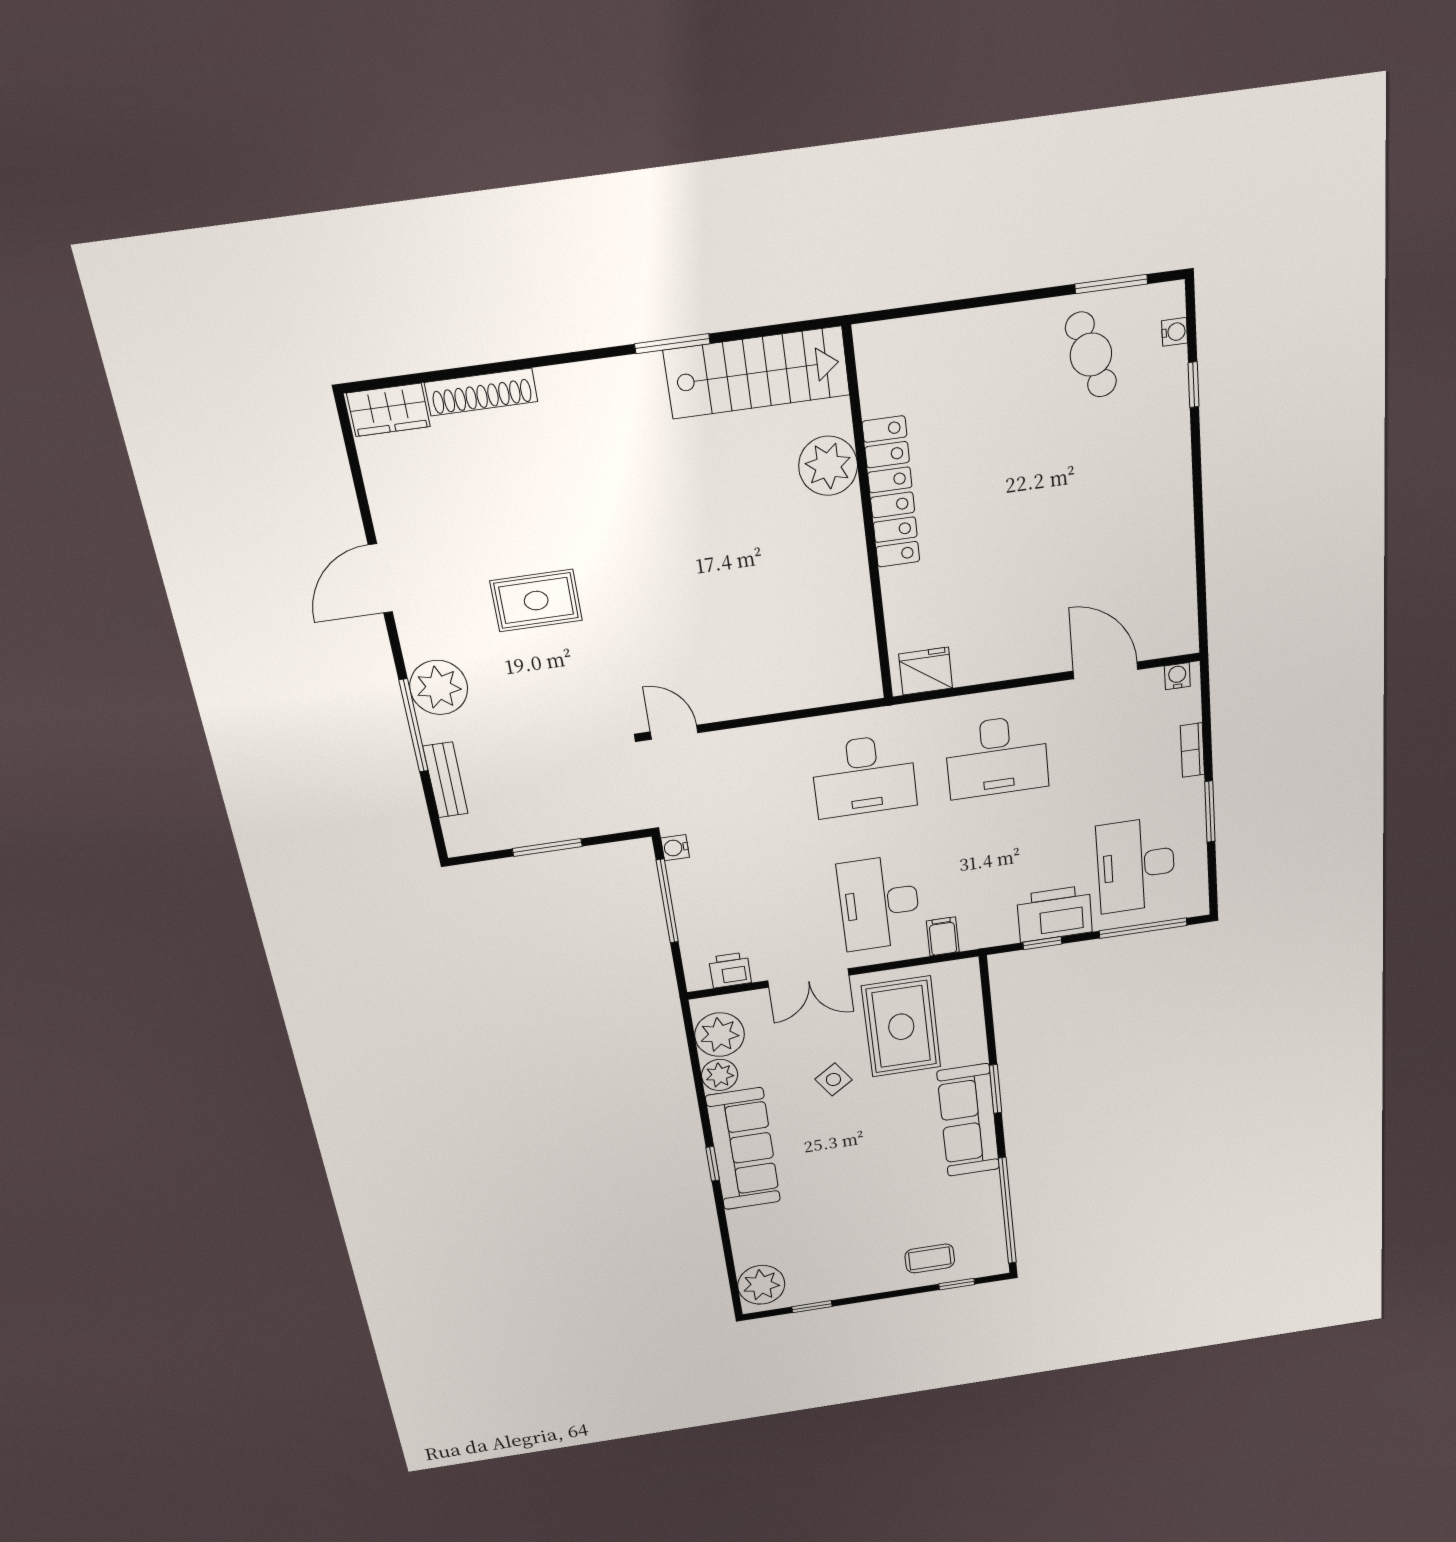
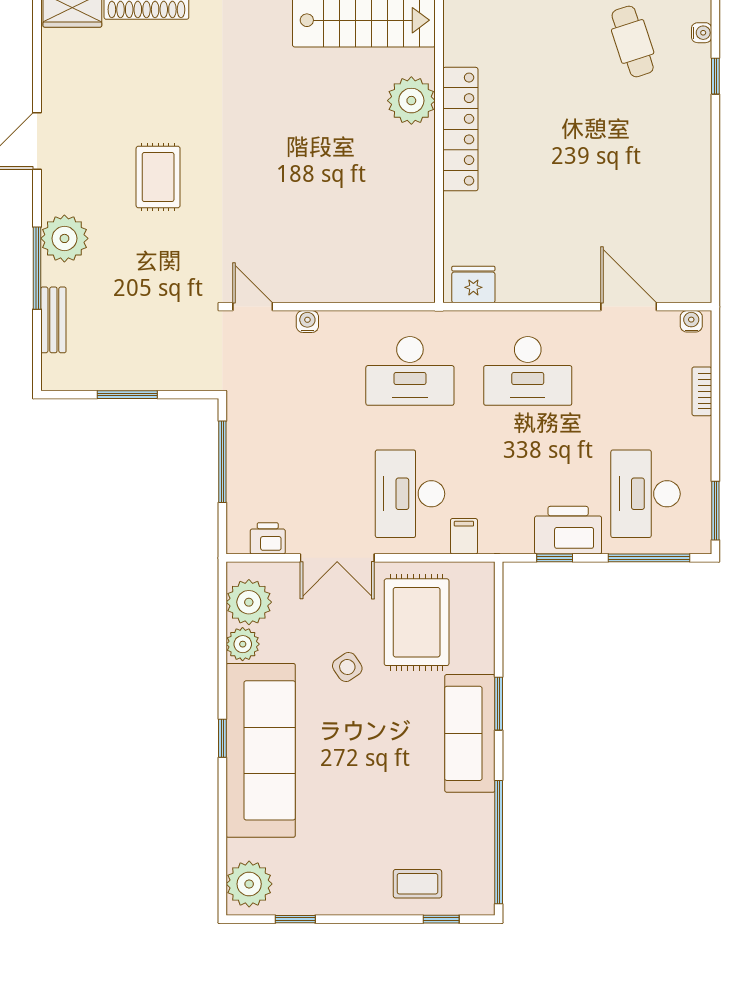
rug: (536, 601) -> (158, 177), turned 90
window: (1210, 812) -> (715, 511), moved
water cooler: (675, 848) -> (307, 322), moved, turned 90
sofa: (743, 1149) -> (261, 750), width x1.36, depth x1.27

